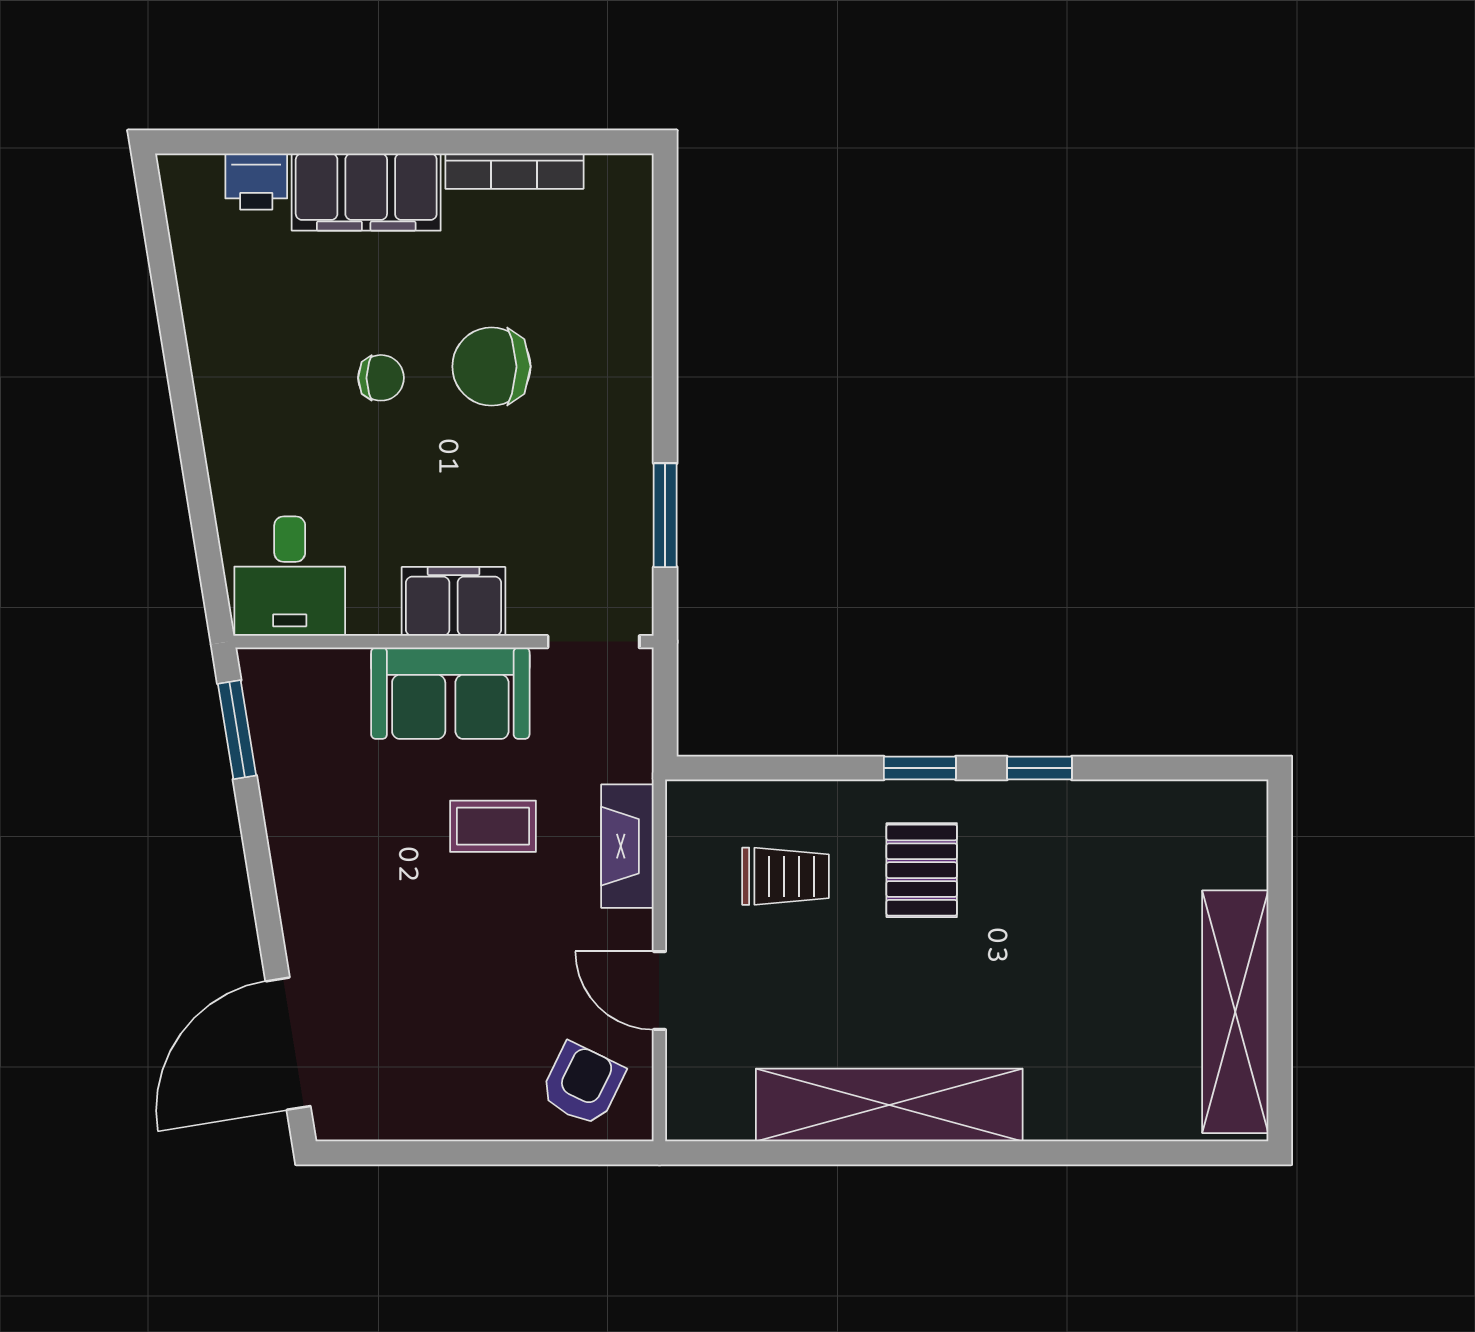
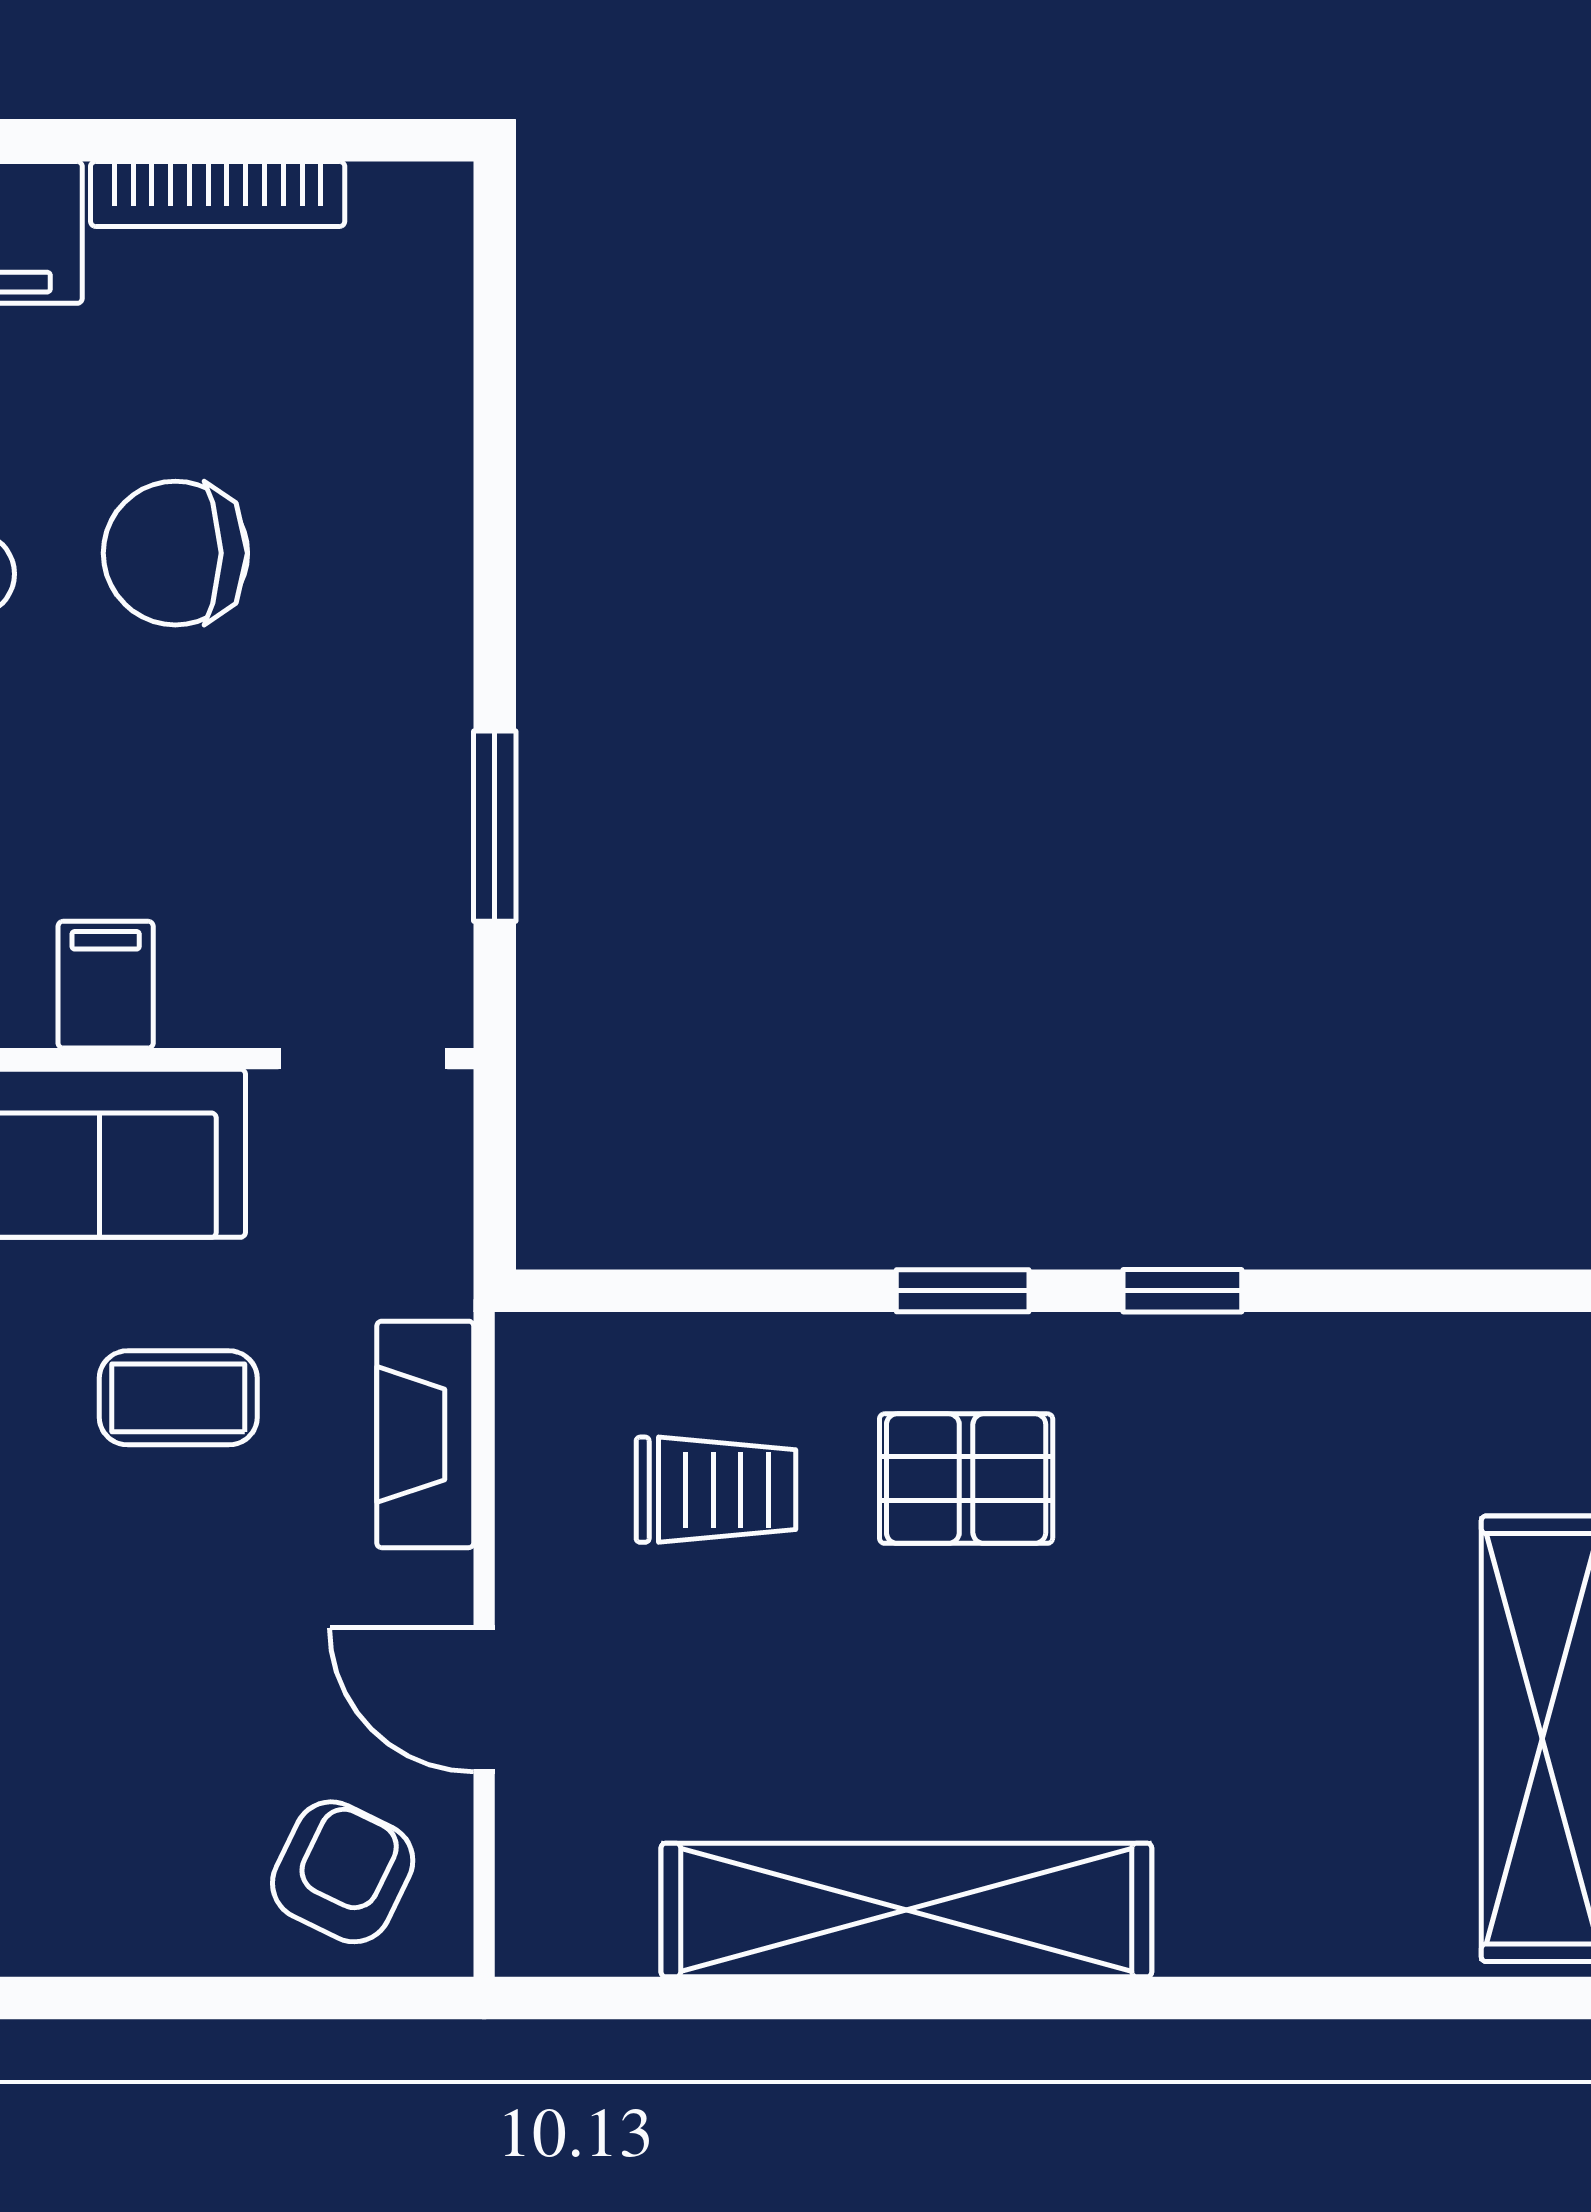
filing cabinet: (453, 601) -> (106, 985), width x0.50
pallet: (922, 870) -> (966, 1479), turned 90

